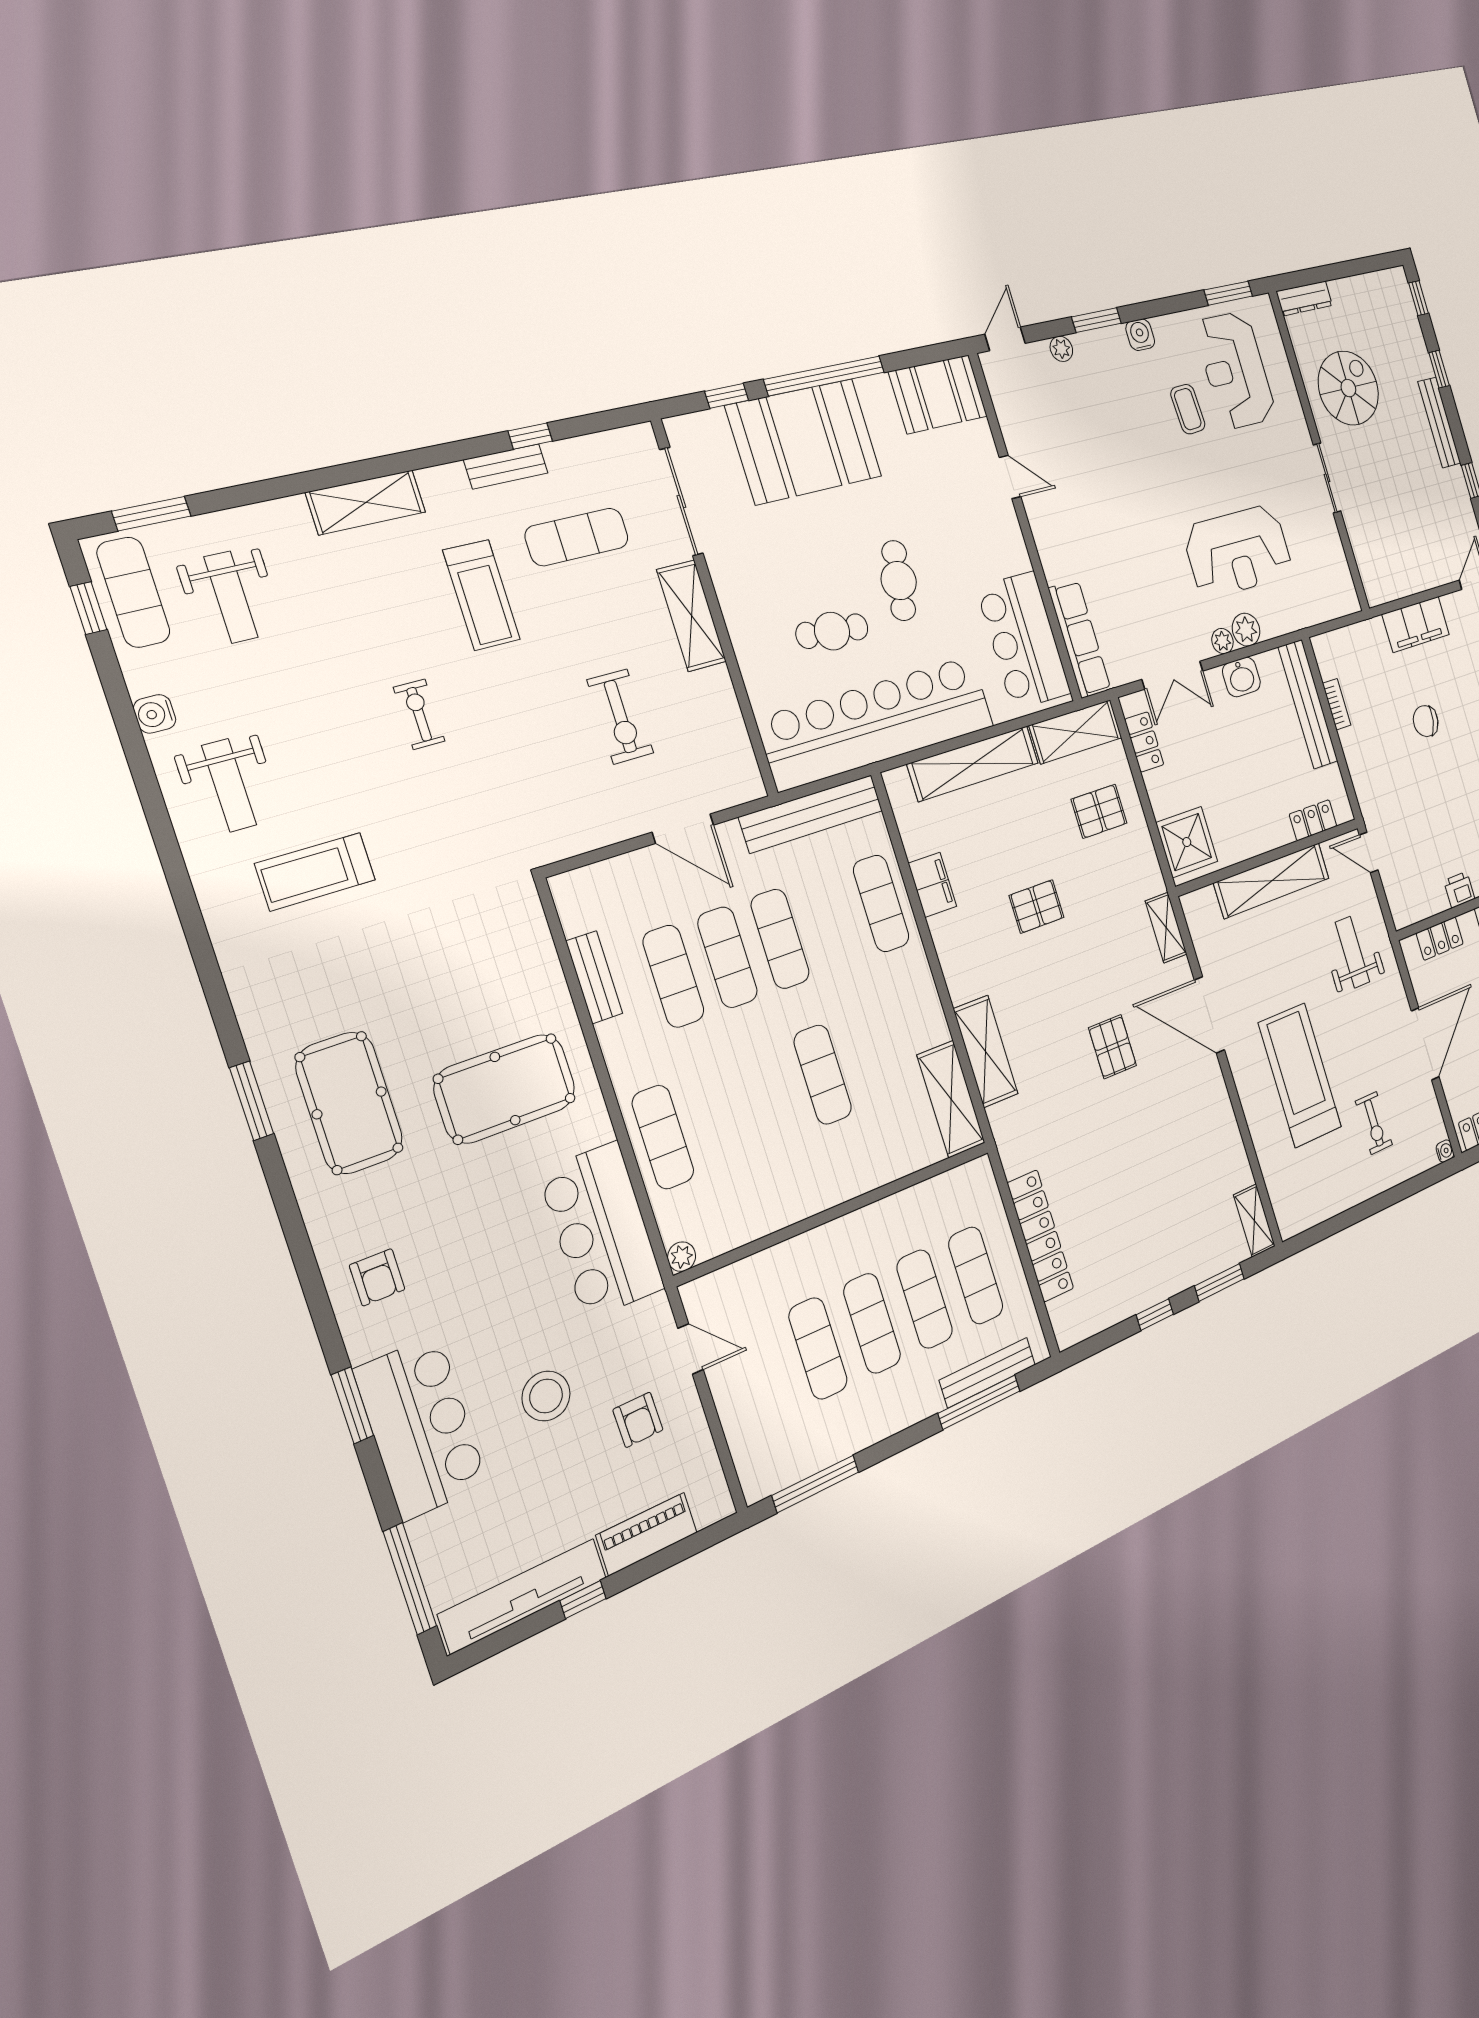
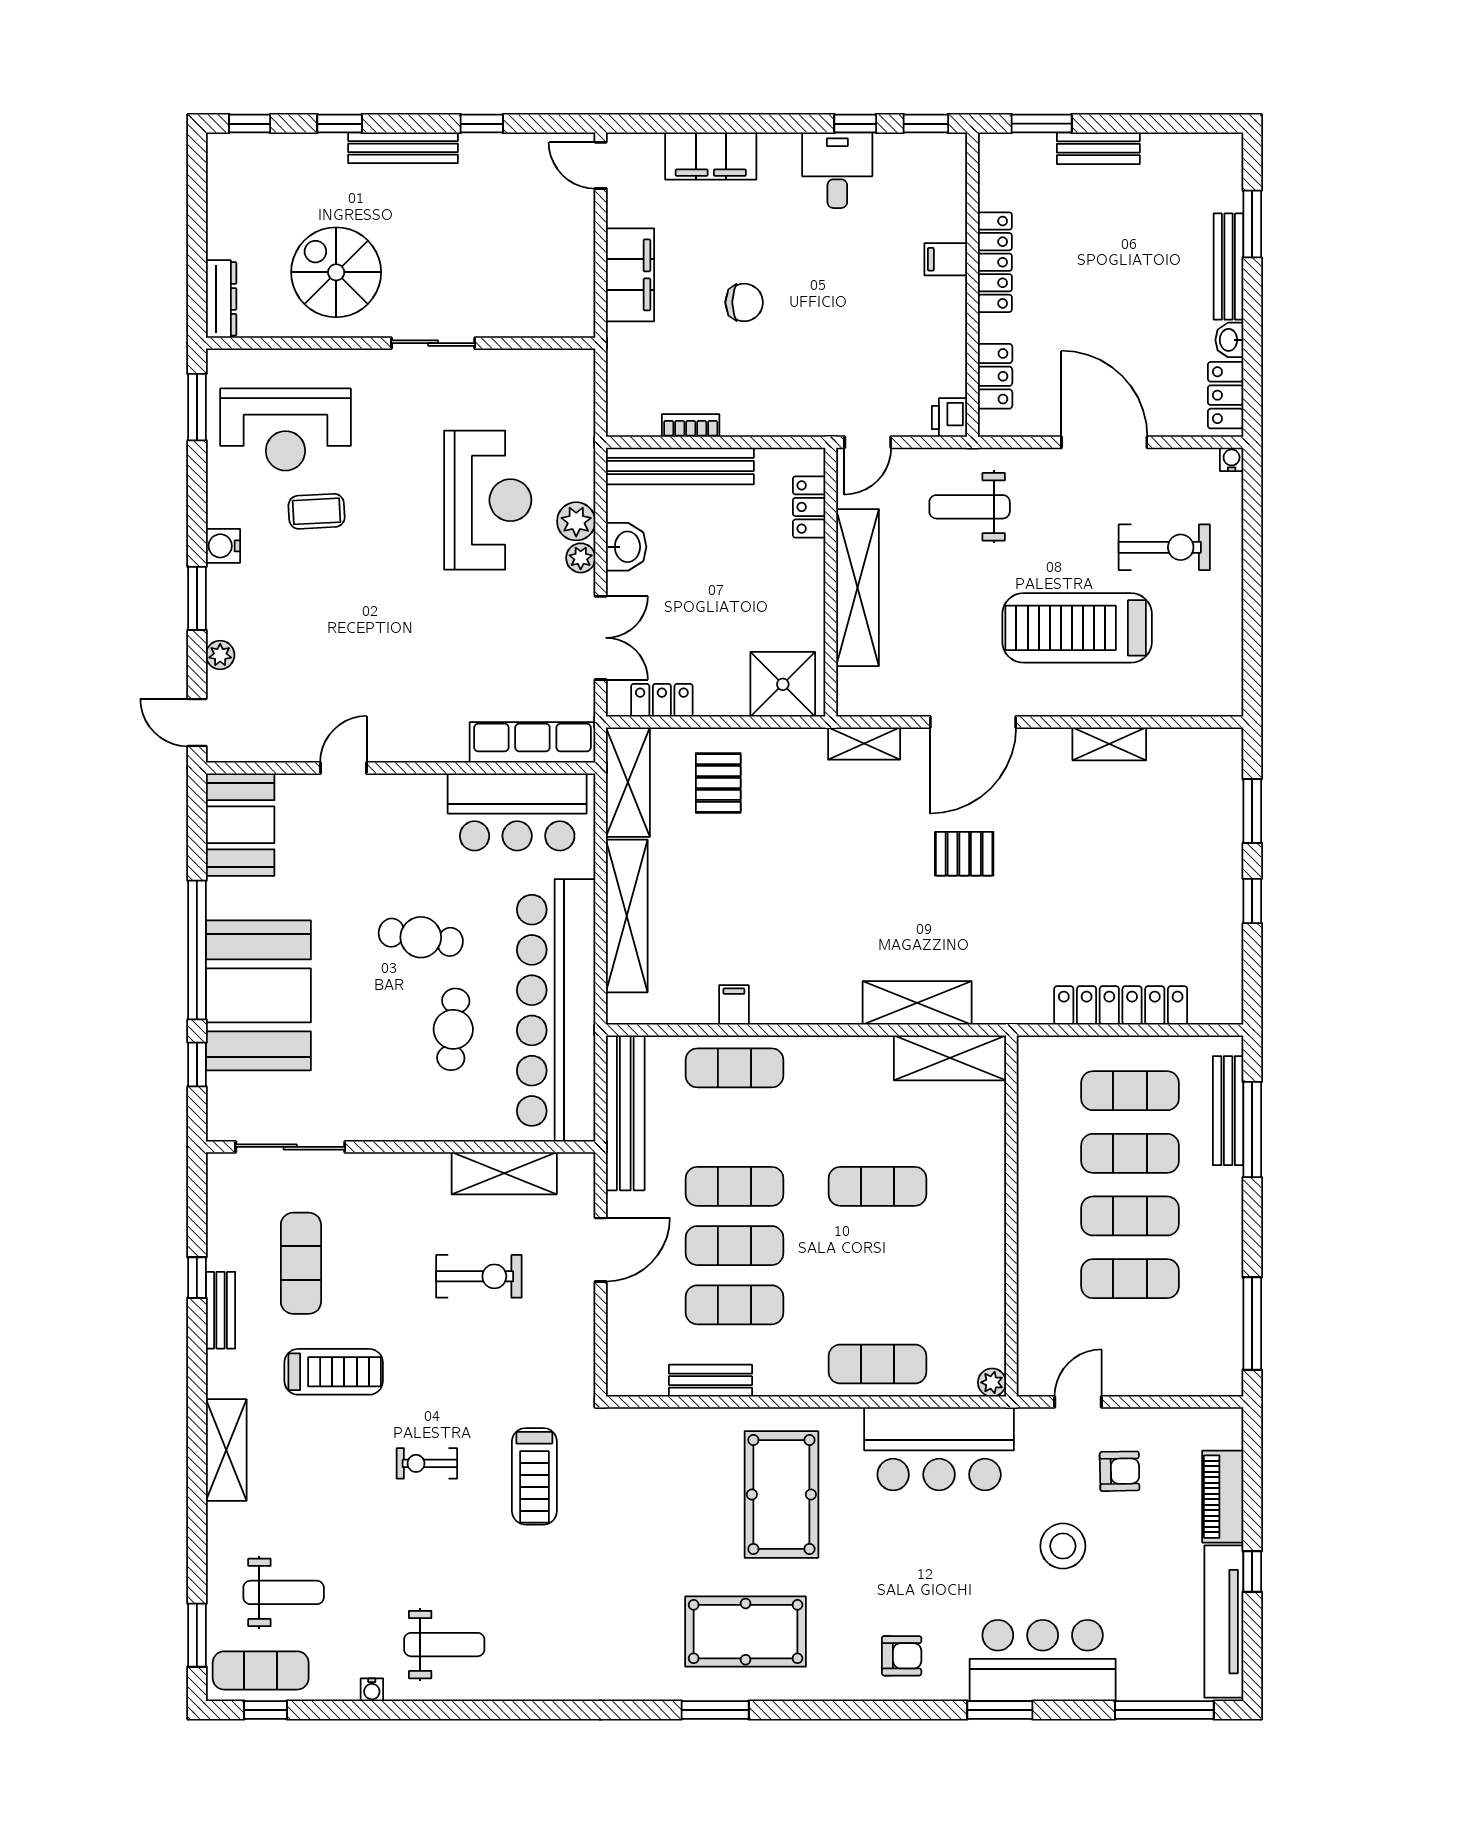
shelving: (692, 616) -> (504, 1173), moved
water cooler: (155, 714) -> (372, 1690), width x0.72, depth x0.72
chair: (1426, 721) -> (744, 302), turned -103
treadmill: (315, 872) -> (534, 1476), moved
filing cabinet: (932, 885) -> (734, 1005), width x0.50
printer: (1459, 890) -> (950, 418), moved
pallet: (1037, 906) -> (793, 893), removed
exercise bike: (1374, 1123) -> (1164, 547), width x1.38, depth x1.39
shelving: (1254, 1221) -> (1109, 744), moved

